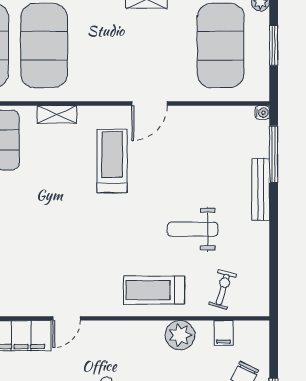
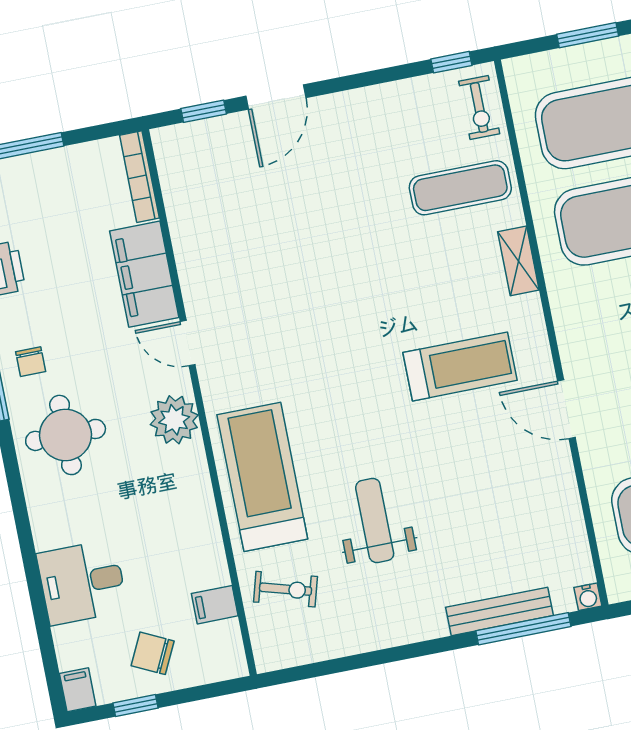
bench: (261, 189) -> (500, 611), moved
treadmill: (154, 290) -> (262, 477), width x1.37, depth x1.38
plant: (180, 335) -> (174, 420), moved

